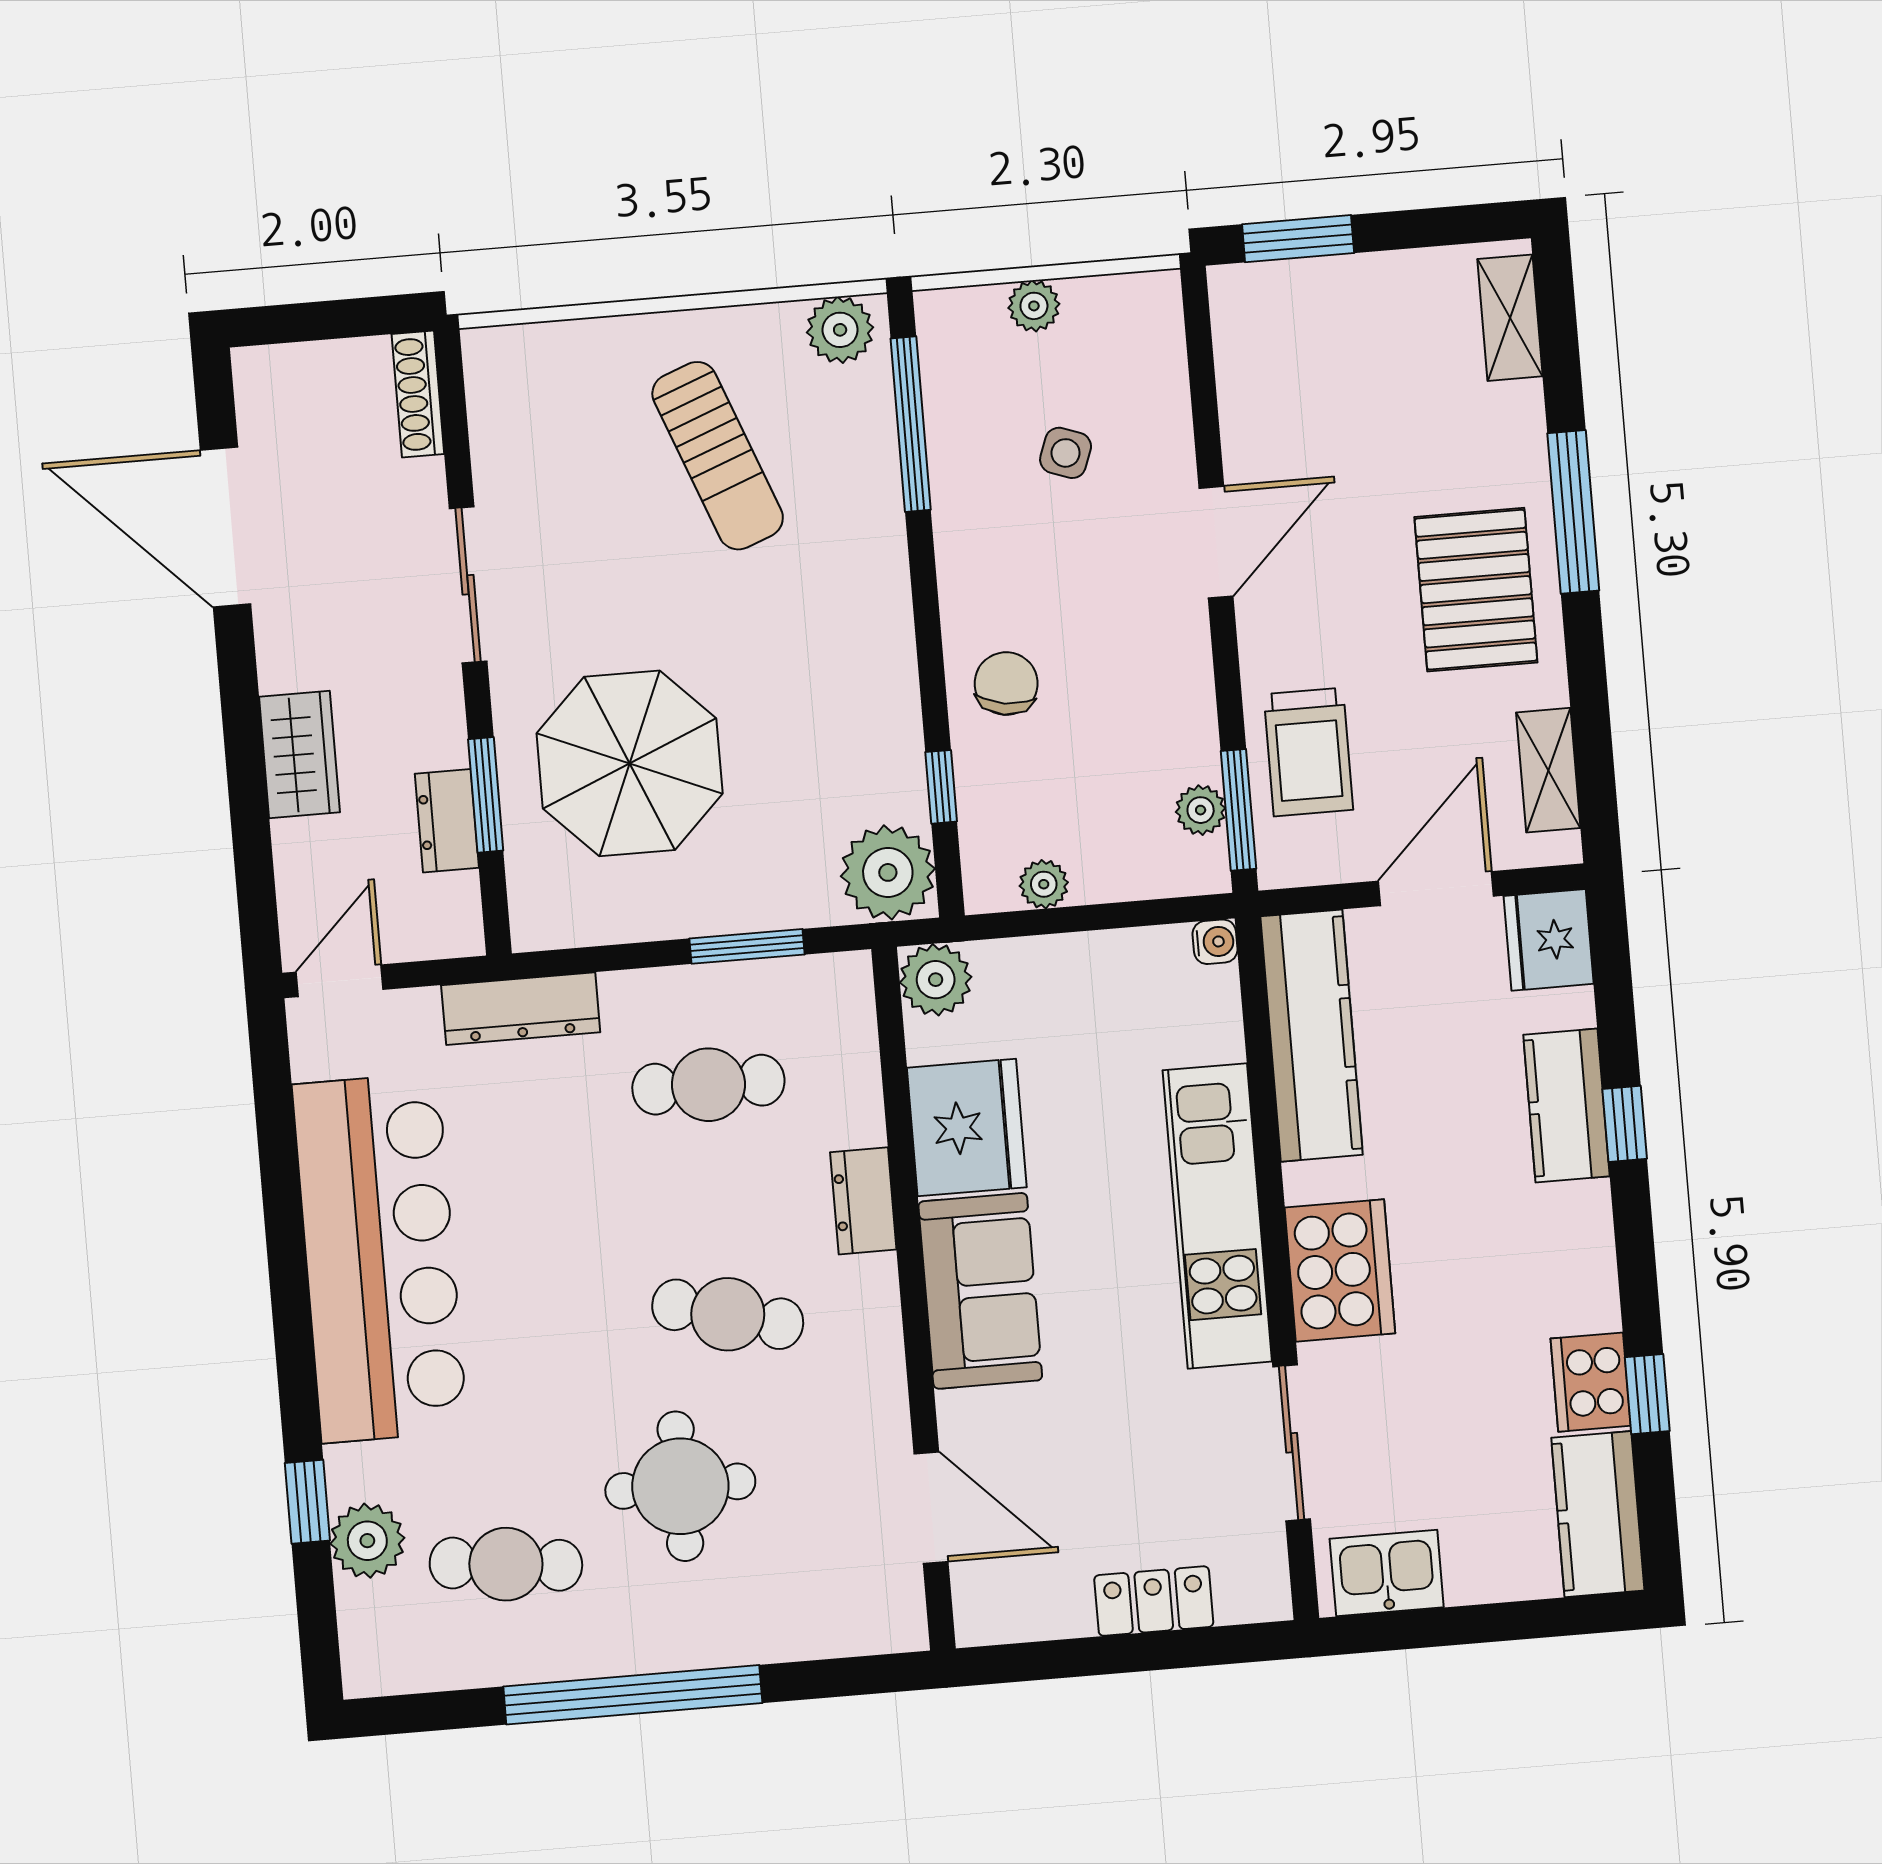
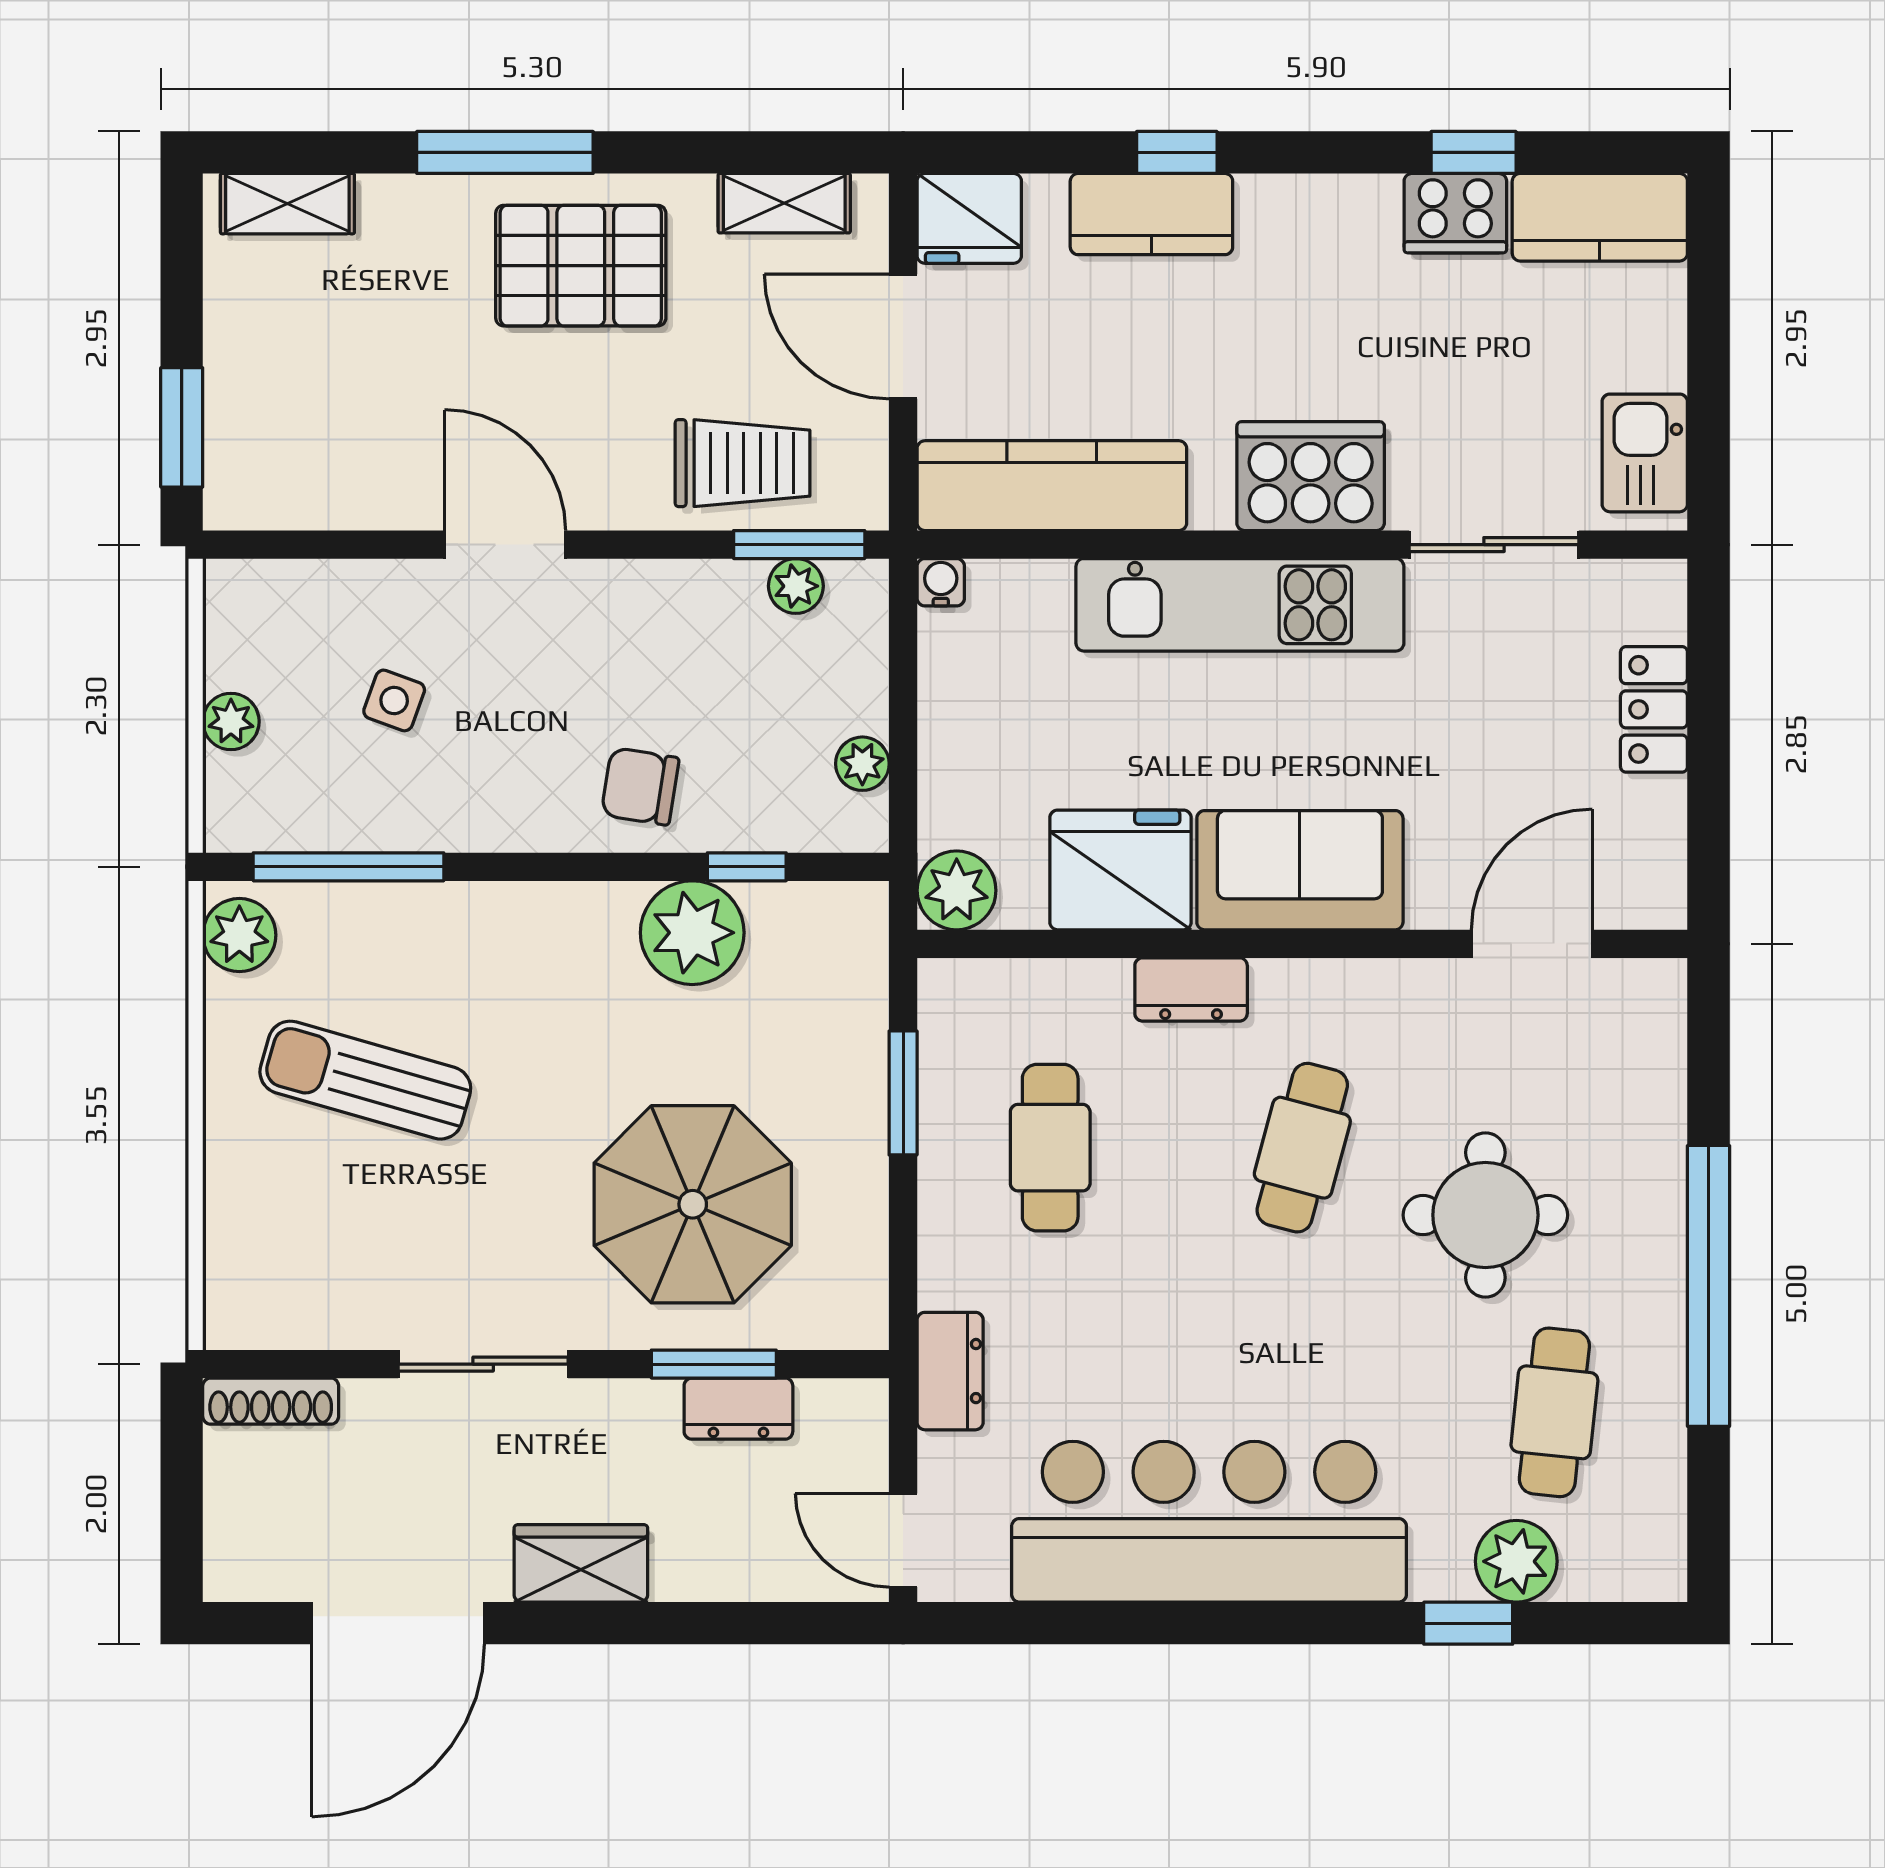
sun lounger: (718, 456) -> (365, 1080), turned -143
wardrobe: (299, 755) -> (581, 1563), moved
plant: (888, 872) -> (692, 933), moved
dresser: (521, 1009) -> (950, 1371), width x0.70

